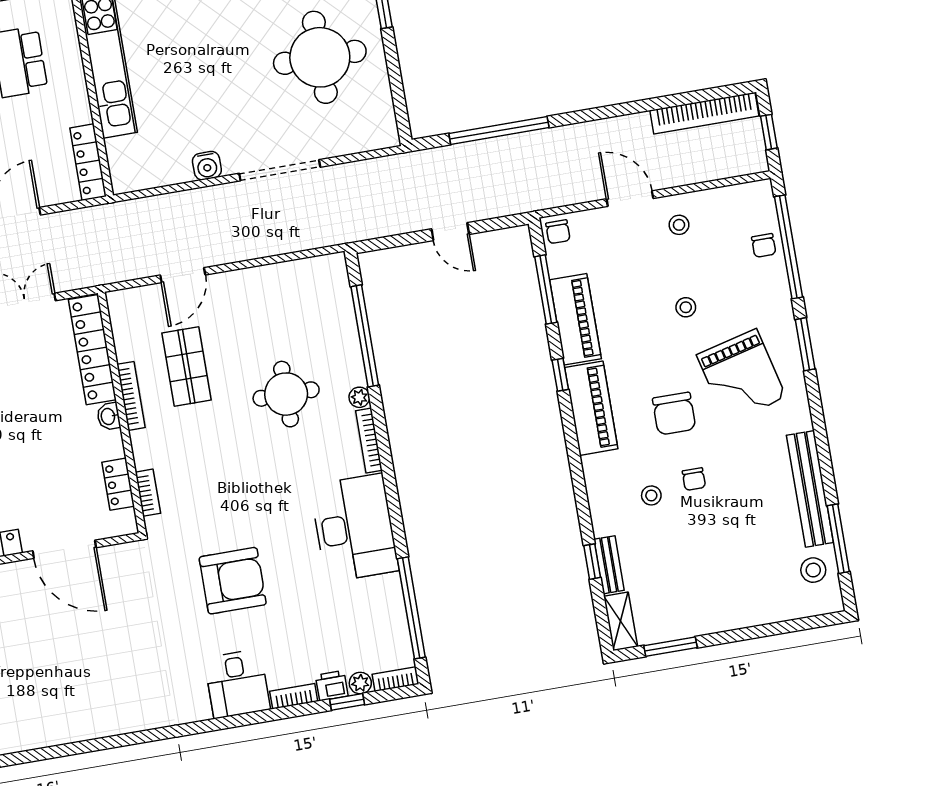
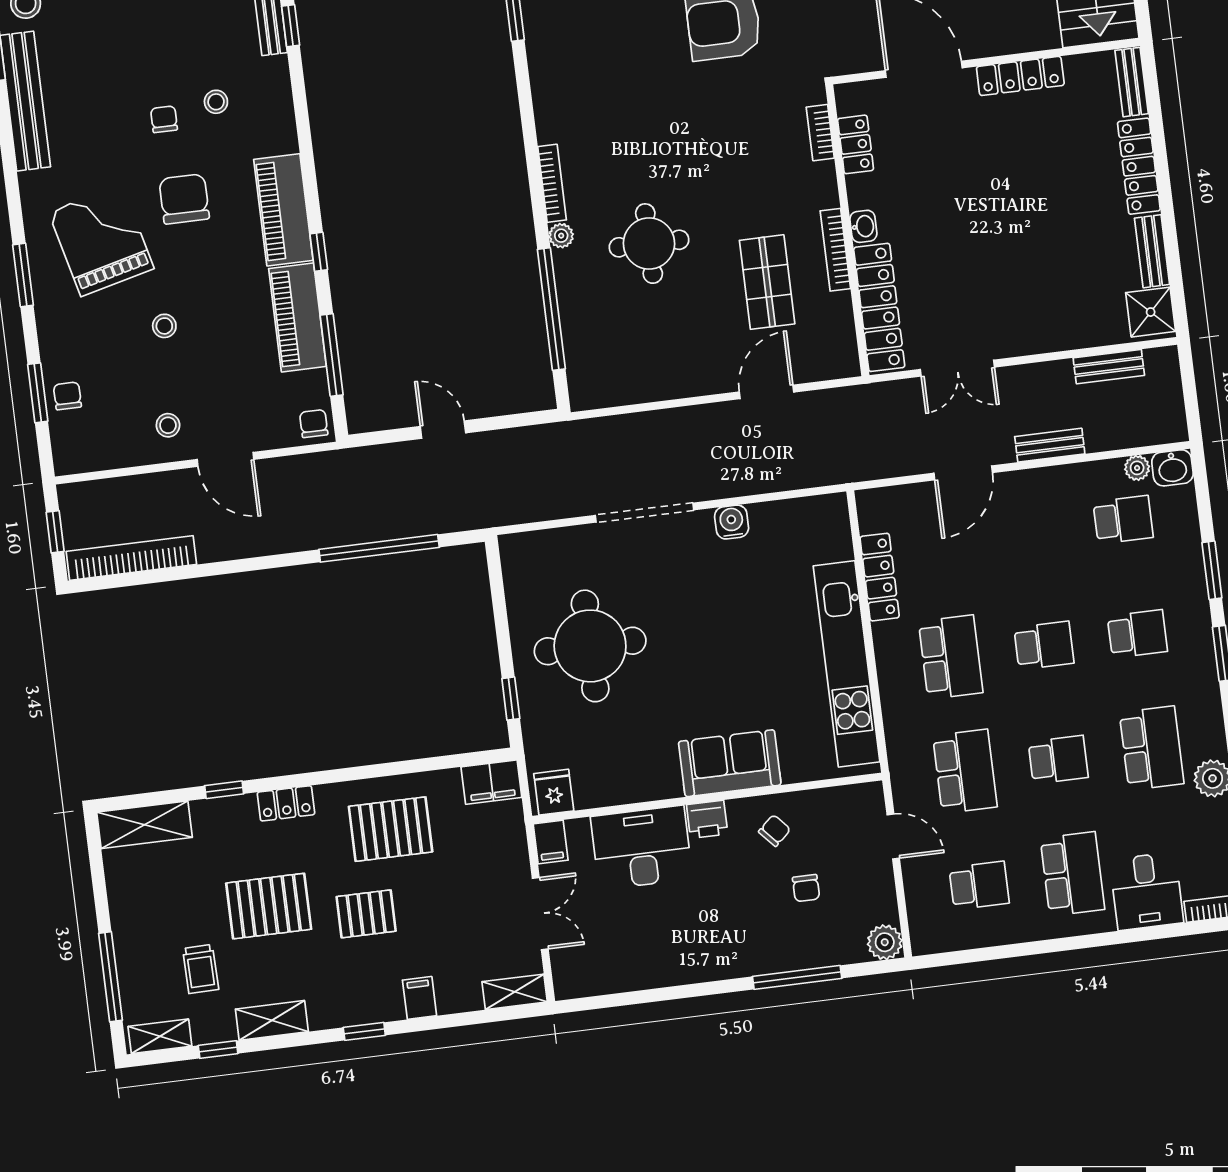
locker: (88, 162) -> (880, 577), moved
window: (788, 247) -> (38, 393), width x0.47
desk: (354, 528) -> (574, 79), removed

